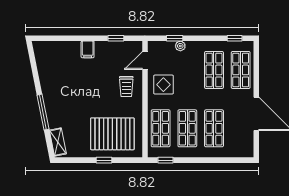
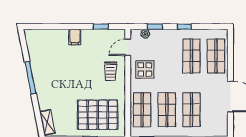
window: (235, 38) -> (184, 27), moved
plant: (180, 46) -> (145, 34), moved
window: (43, 112) -> (30, 78), moved

